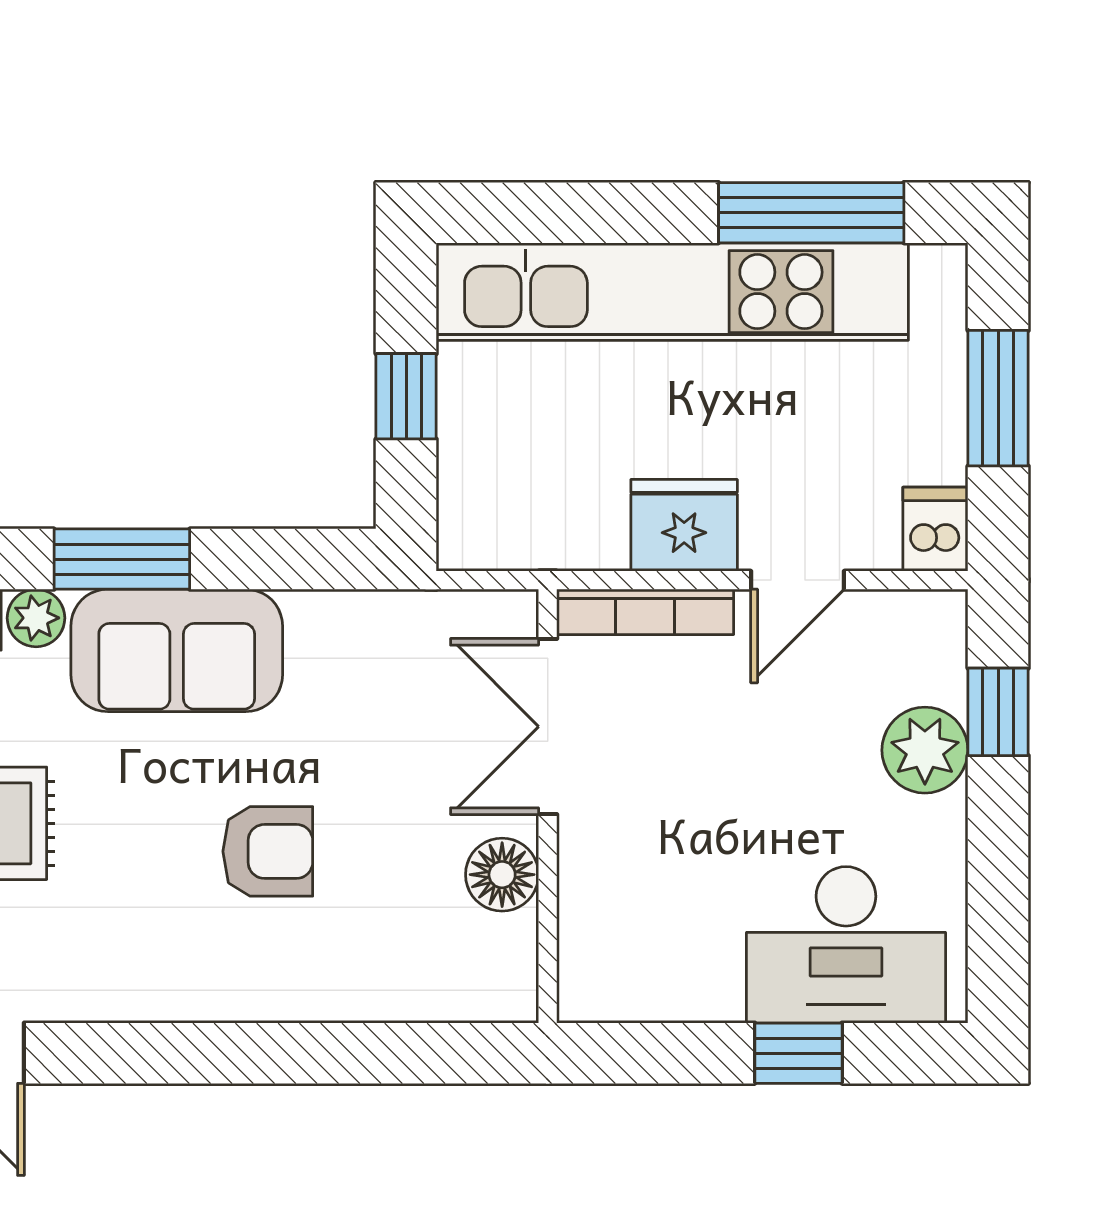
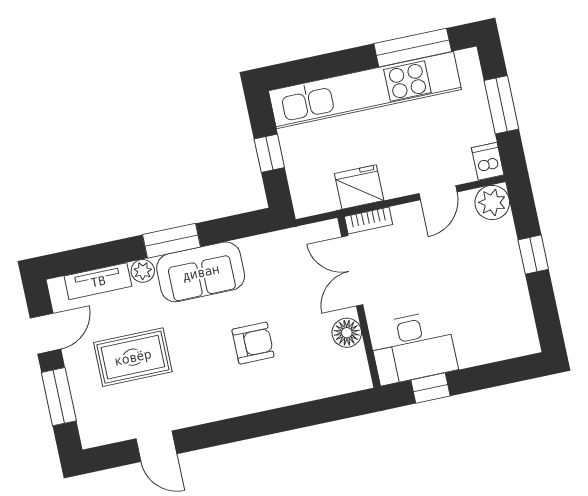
fridge: (684, 525) -> (359, 187), moved
bookcase: (645, 612) -> (368, 220), width x0.64
window: (998, 712) -> (533, 255), moved
plant: (925, 750) -> (492, 202), moved
desk: (846, 945) -> (413, 347), moved
window: (798, 1053) -> (431, 388), moved

